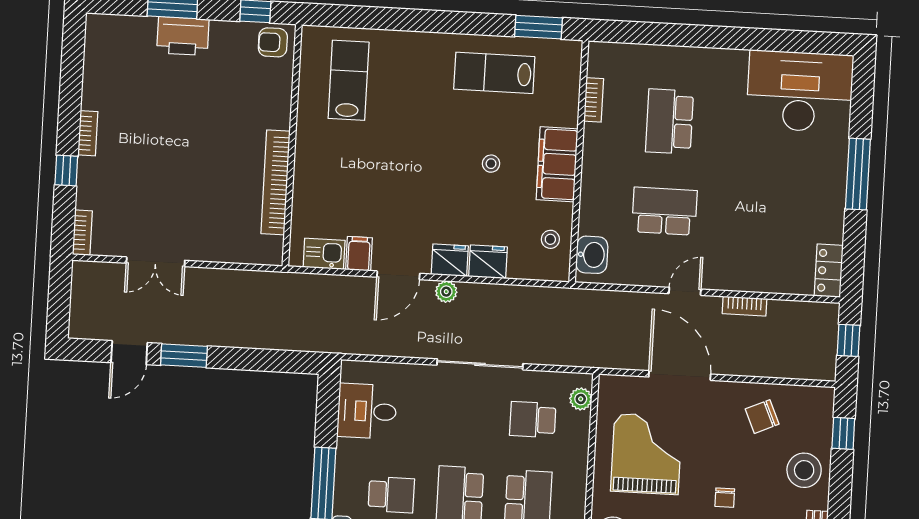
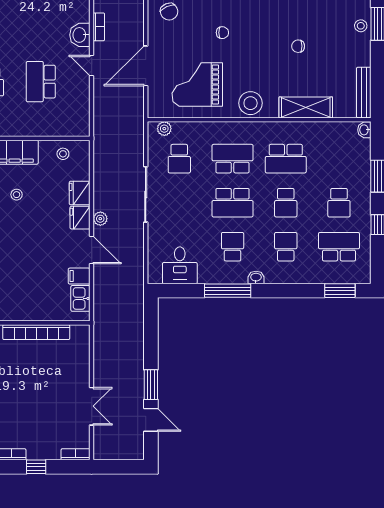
washbasin: (592, 255) -> (80, 35), moved, turned -90

